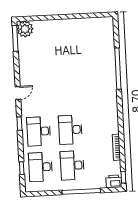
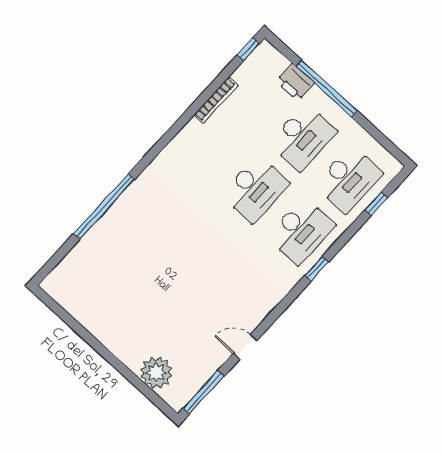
plant: (25, 29) -> (156, 373), moved
door: (18, 93) -> (245, 347), moved
printer: (114, 181) -> (295, 82), moved

